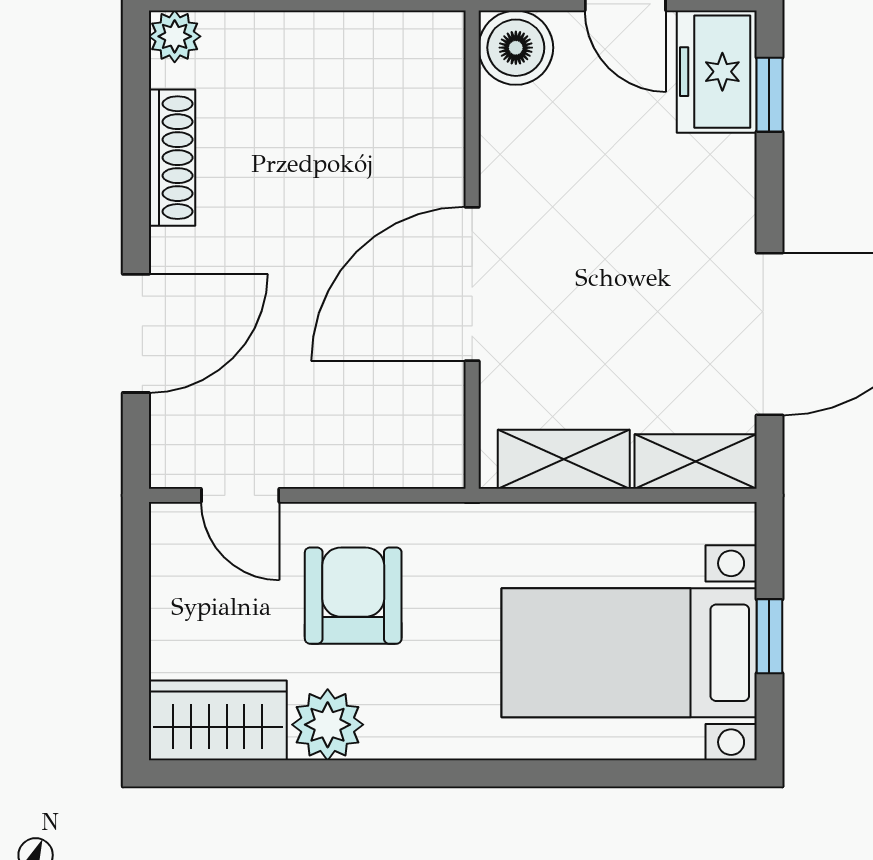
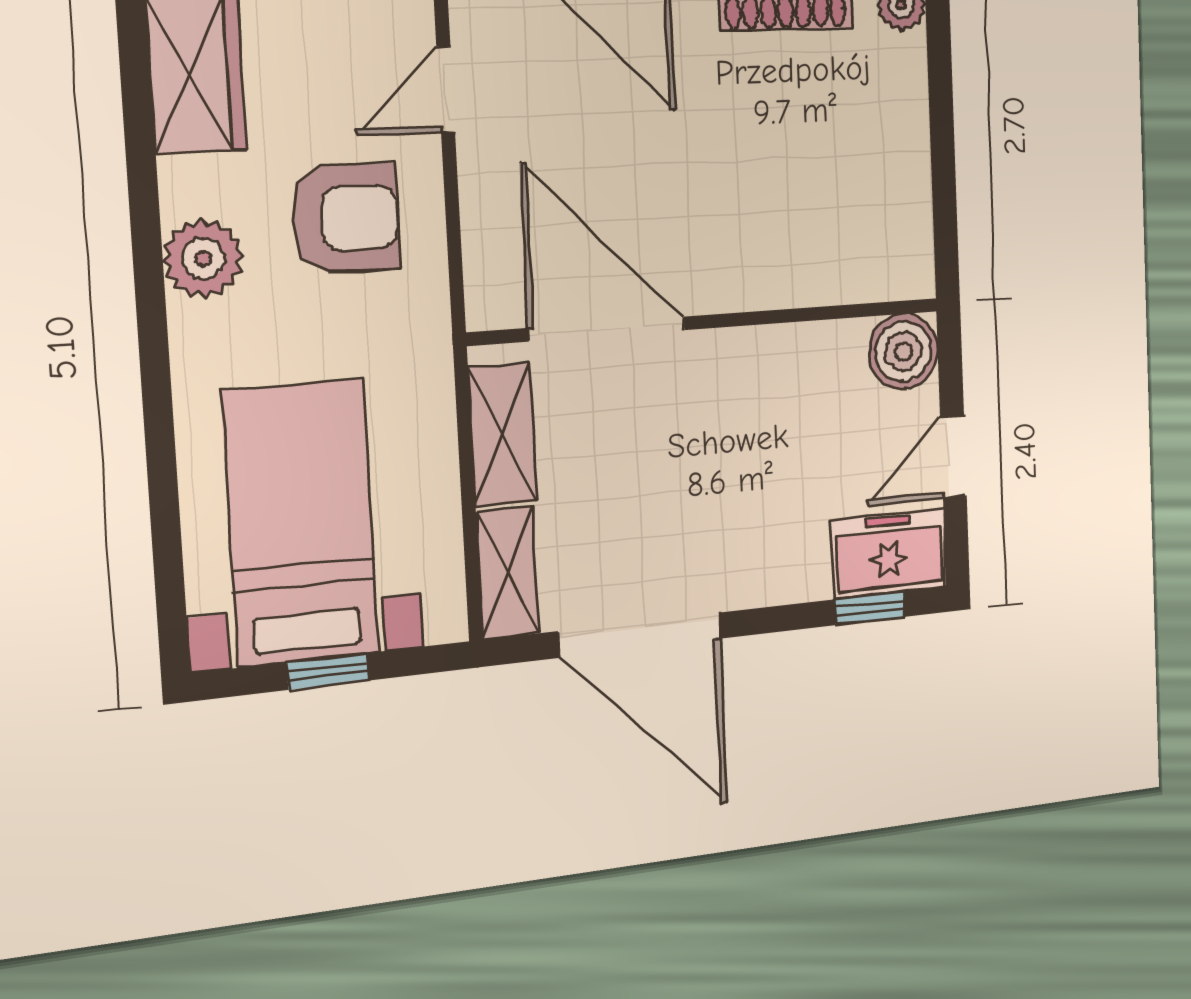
door: (472, 284) -> (607, 329), moved
plant: (328, 725) -> (203, 258), moved

